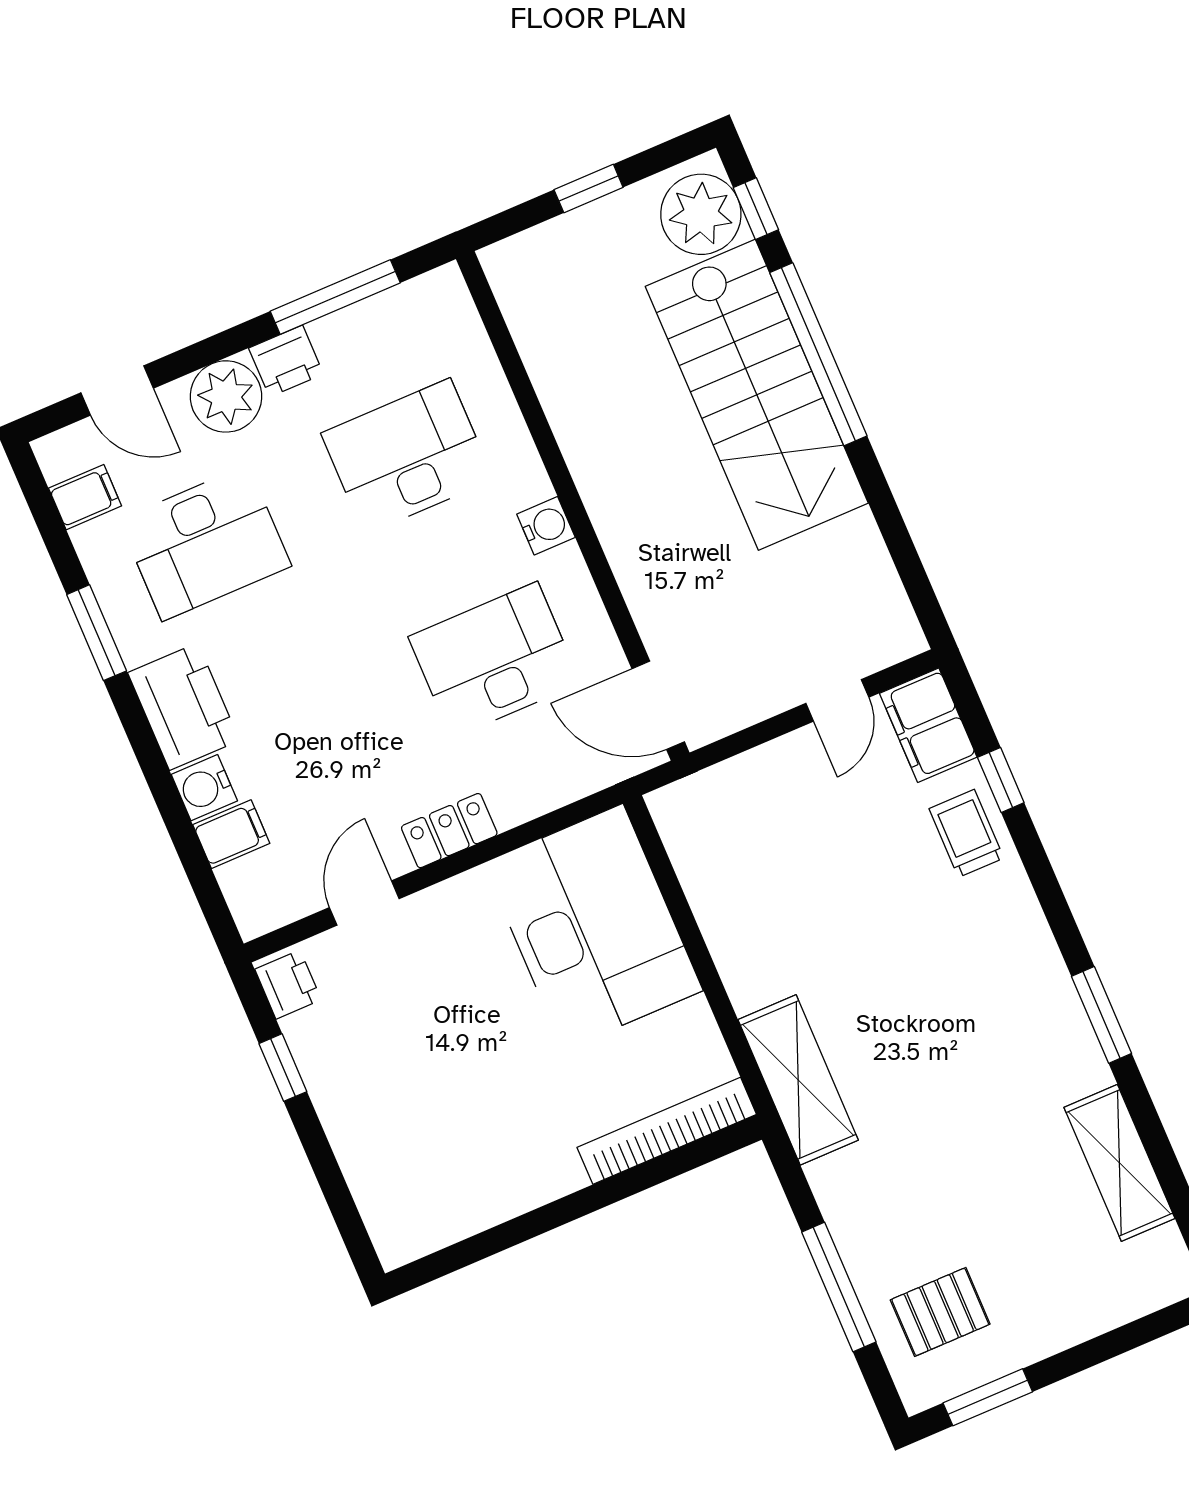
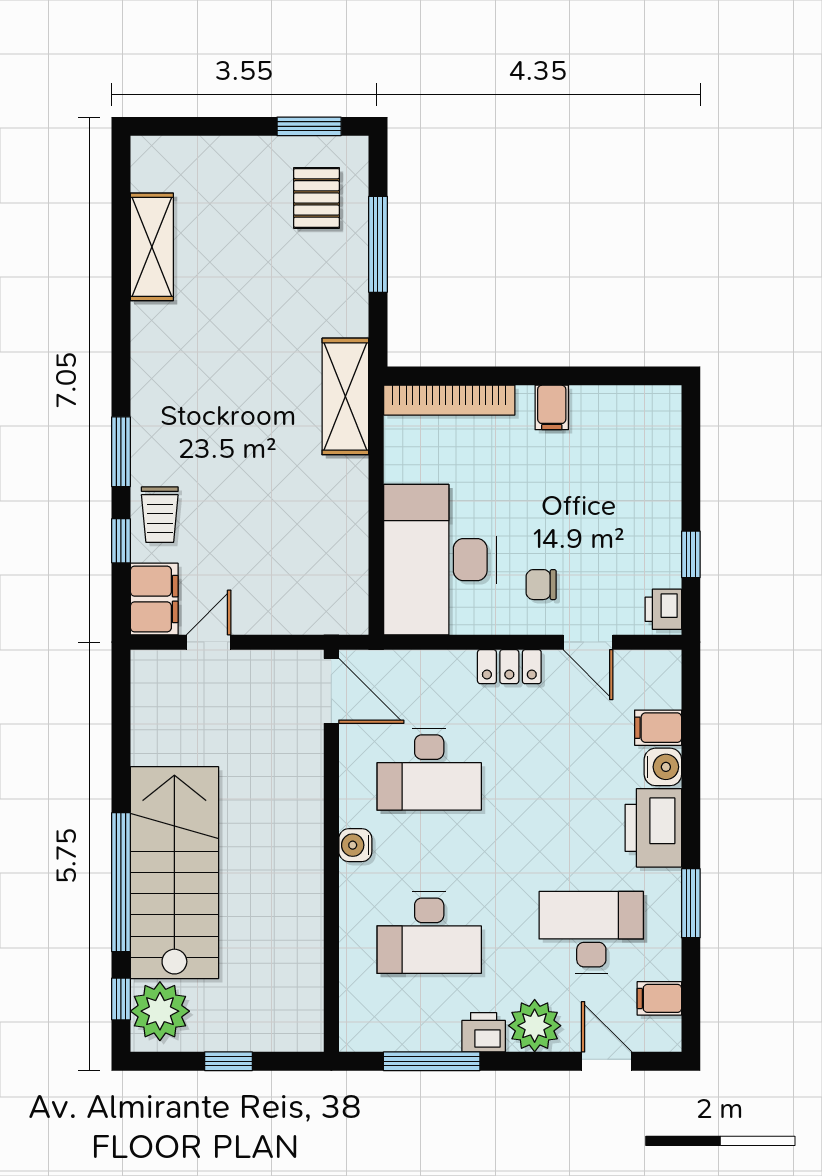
door: (364, 903) -> (588, 642), hinge flipped
chair: (454, 950) -> (541, 585), added
window: (1102, 1015) -> (121, 452), moved
filing cabinet: (535, 1176) -> (552, 407), added
pallet: (940, 1312) -> (317, 198), turned 90

